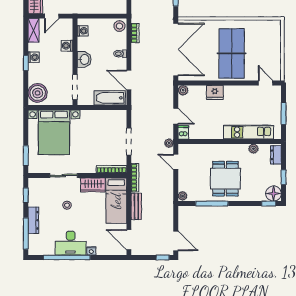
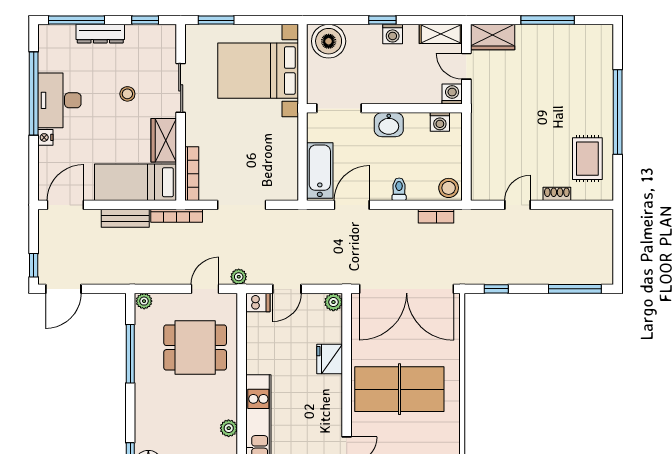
washing machine: (67, 46) -> (452, 94), moved
dining table: (225, 179) -> (195, 348), moved

